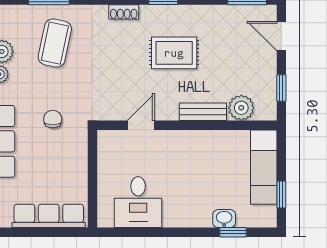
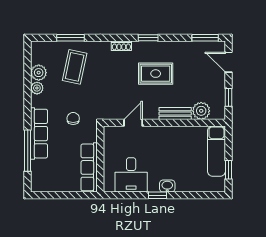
row of seats: (49, 216) -> (89, 167), moved, turned -90
washbasin: (224, 219) -> (167, 186), moved
window: (233, 232) -> (157, 195), moved

